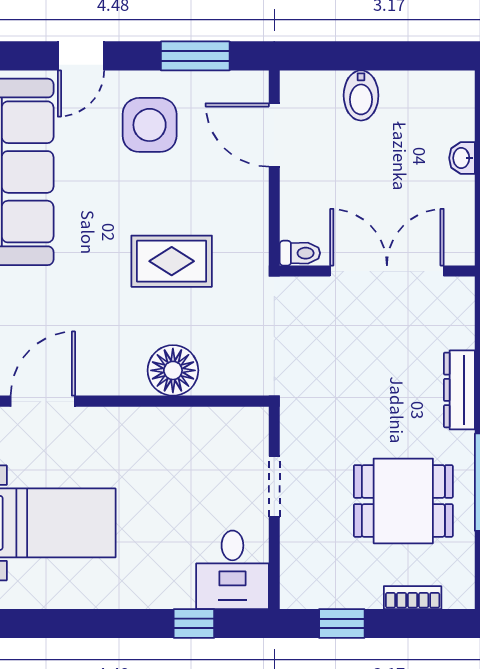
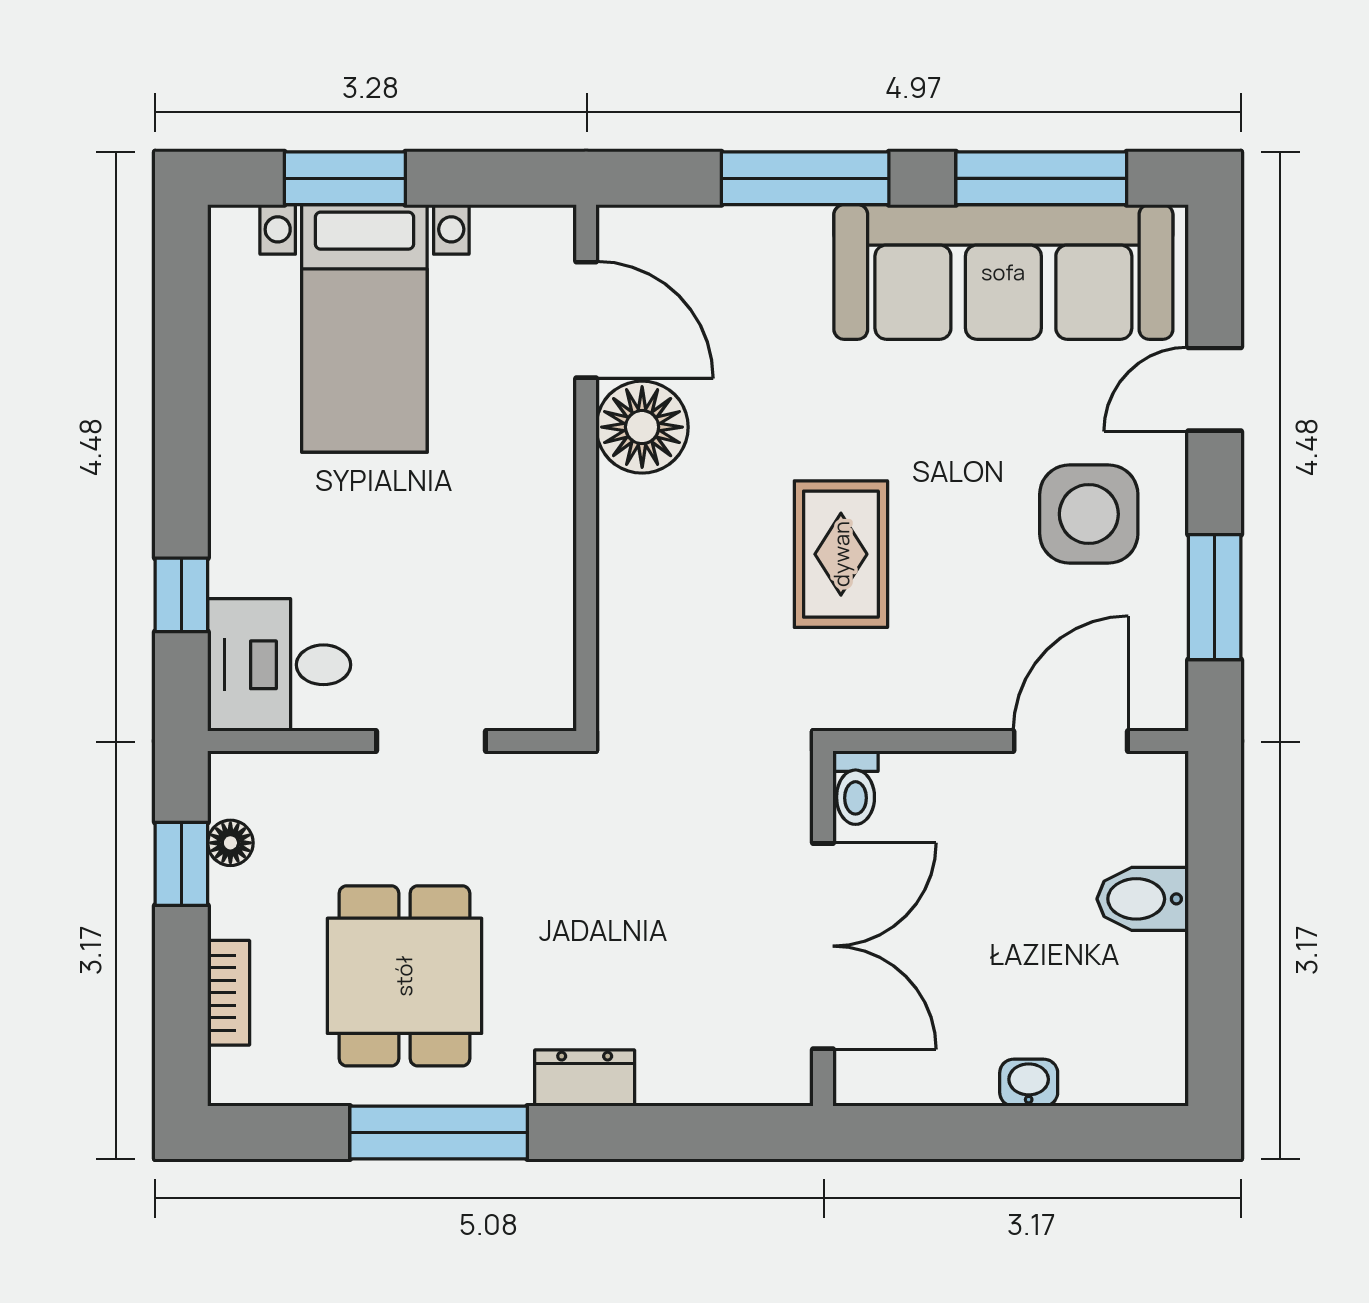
door: (81, 56) -> (1215, 389), hinge flipped
floor lamp: (173, 370) -> (642, 427), moved
dresser: (459, 390) -> (585, 1078), width x0.70
floor lamp: (330, 597) -> (230, 843), added

